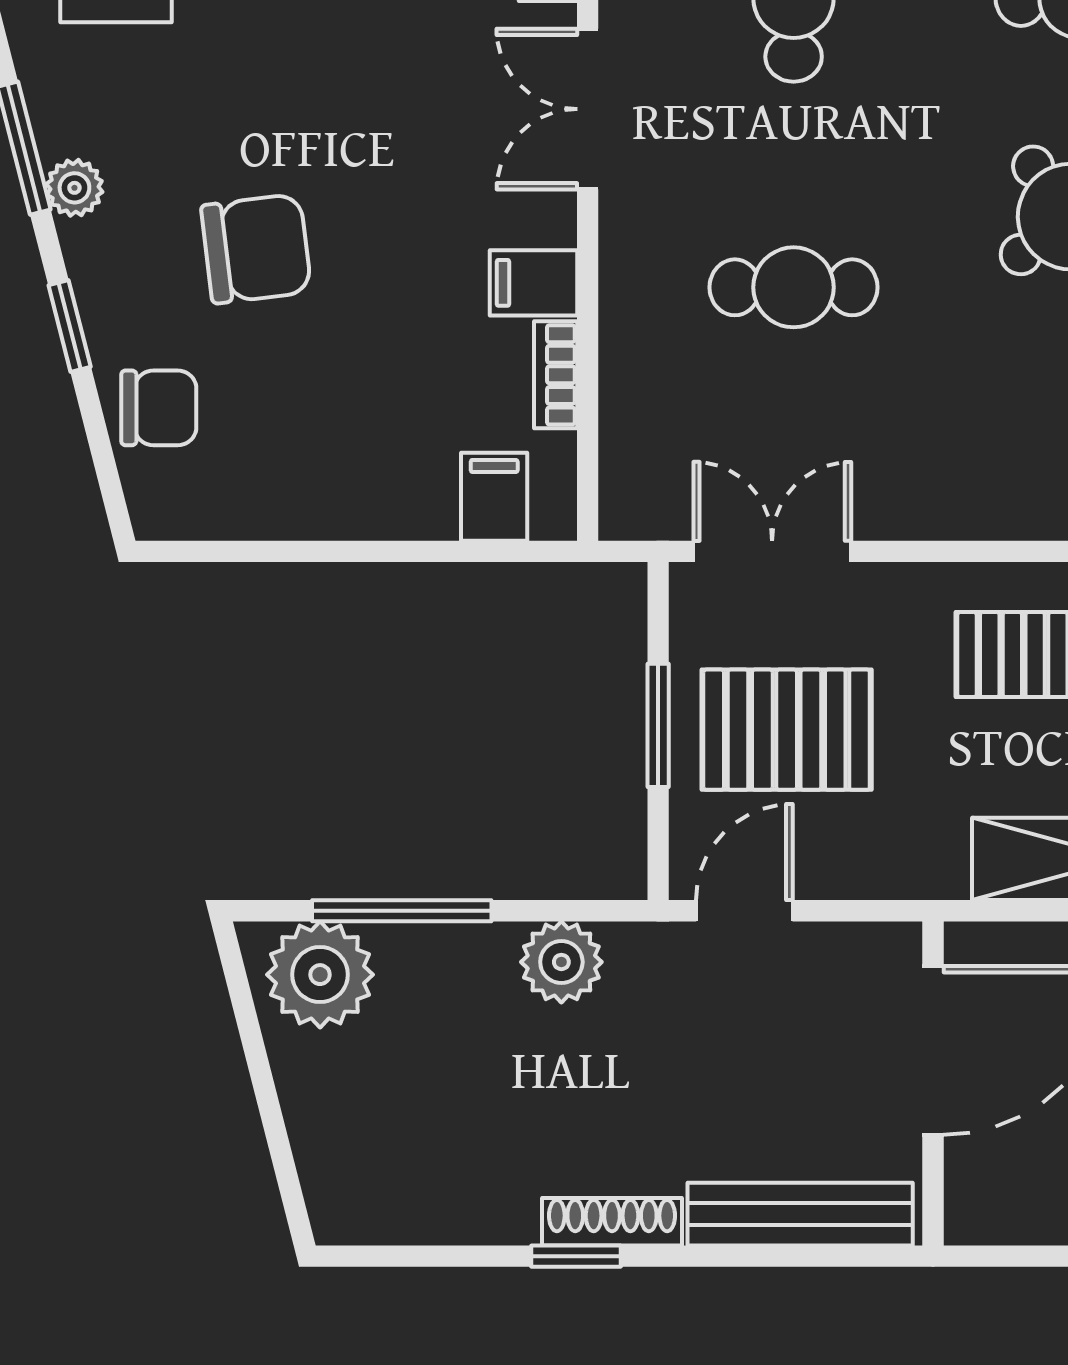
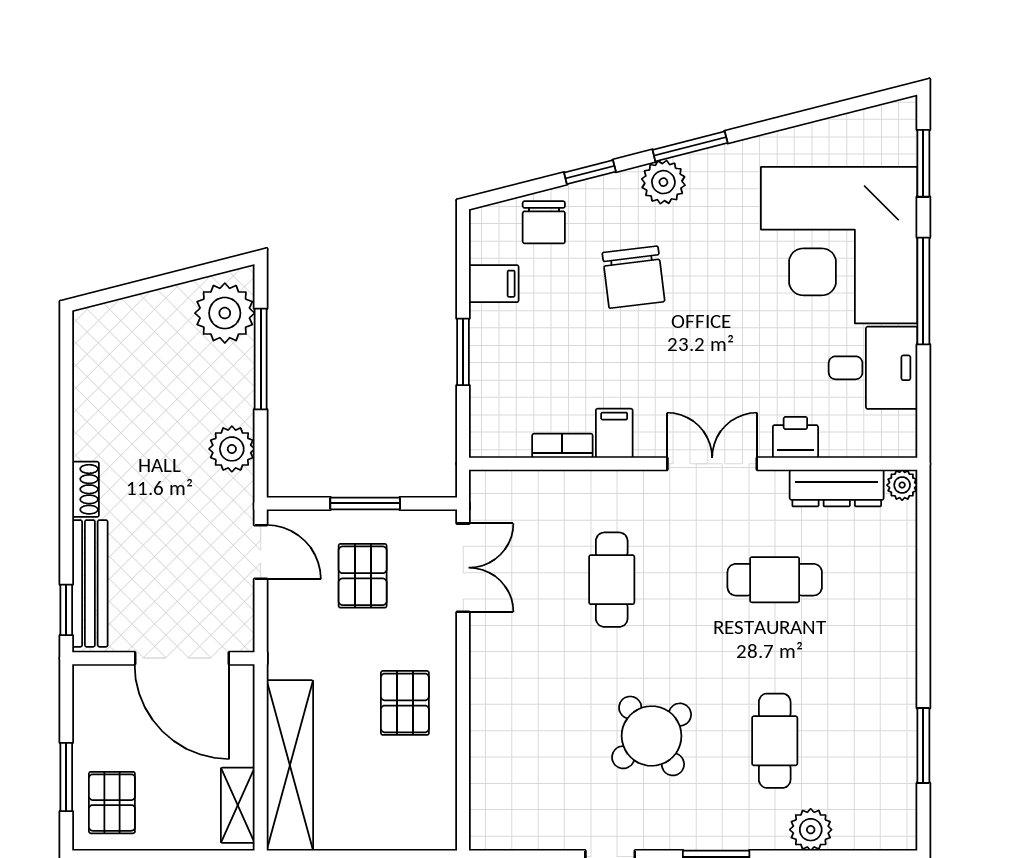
plant: (74, 188) -> (663, 182), width x1.38, depth x1.38
filing cabinet: (494, 497) -> (494, 284), moved
window: (389, 551) -> (463, 352), added
pallet: (787, 730) -> (363, 576), width x0.67, depth x0.71
shoe rack: (612, 1222) -> (86, 489), width x0.70
window: (576, 1256) -> (66, 610), moved

